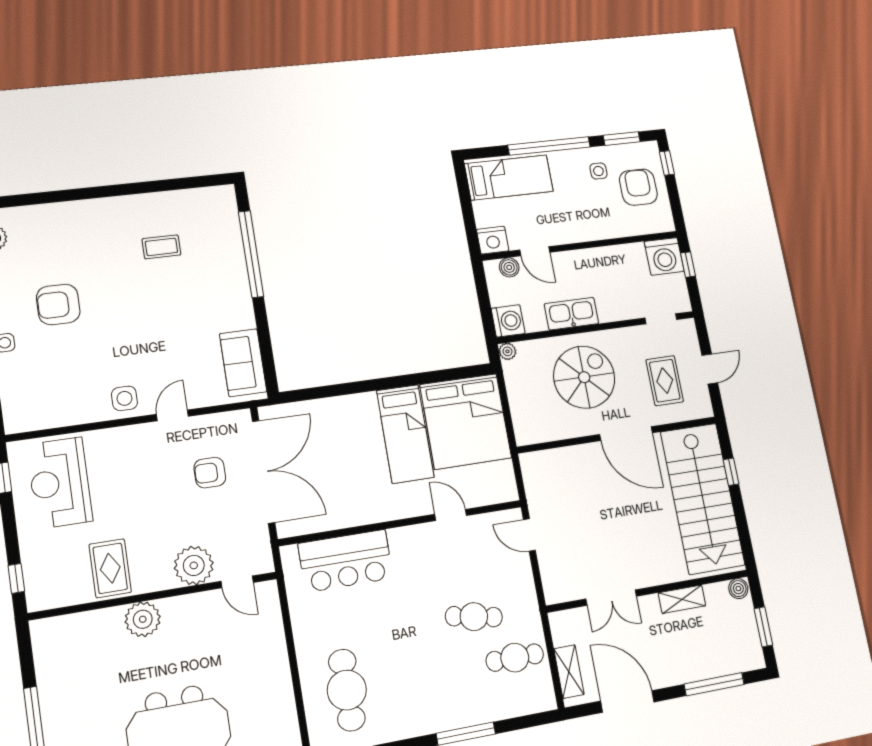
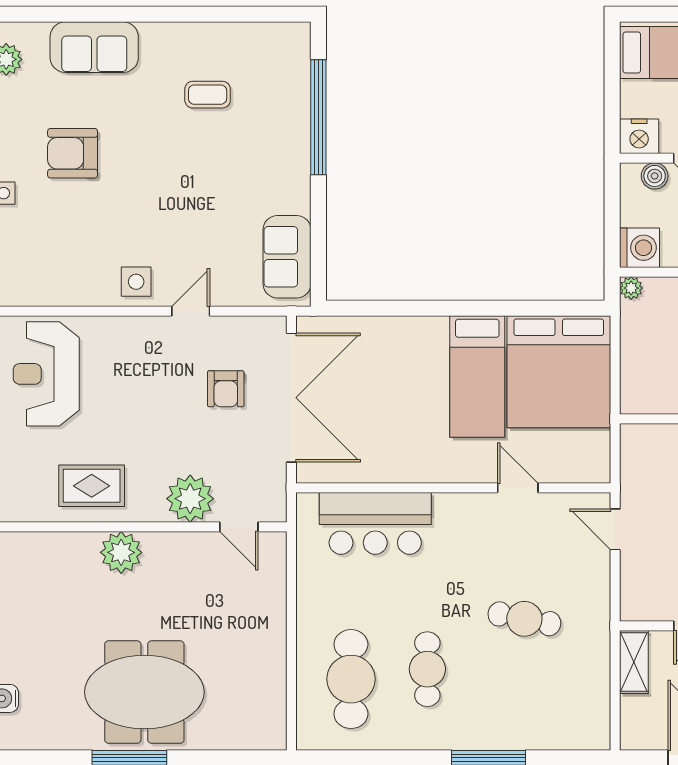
sofa: (65, 221) -> (94, 47), added
armchair: (210, 473) -> (226, 389), turned -90
rug: (110, 568) -> (92, 486), turned 90
cafe table: (515, 658) -> (427, 669), moved, turned 90
shelving: (569, 672) -> (634, 662), moved

